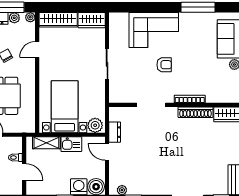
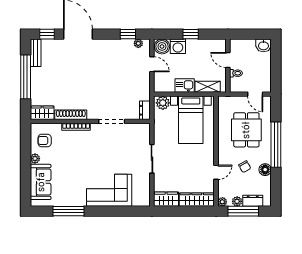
armchair: (164, 65) -> (45, 141), moved
dresser: (115, 132) -> (145, 110), moved
door: (107, 152) -> (152, 64), moved

